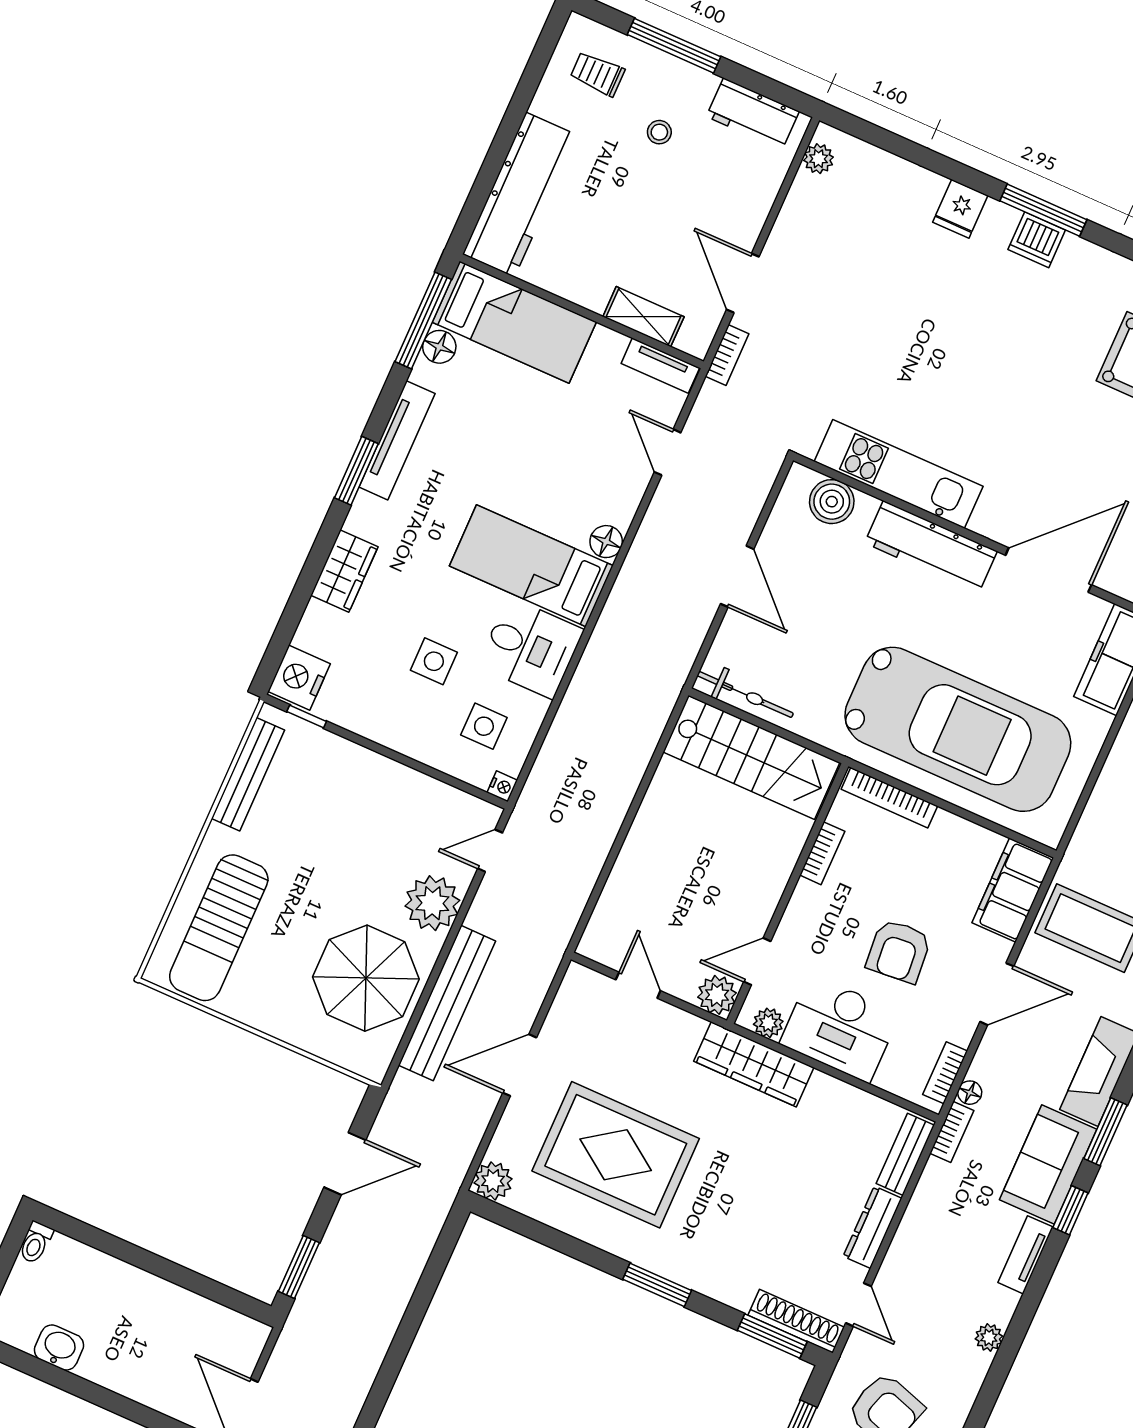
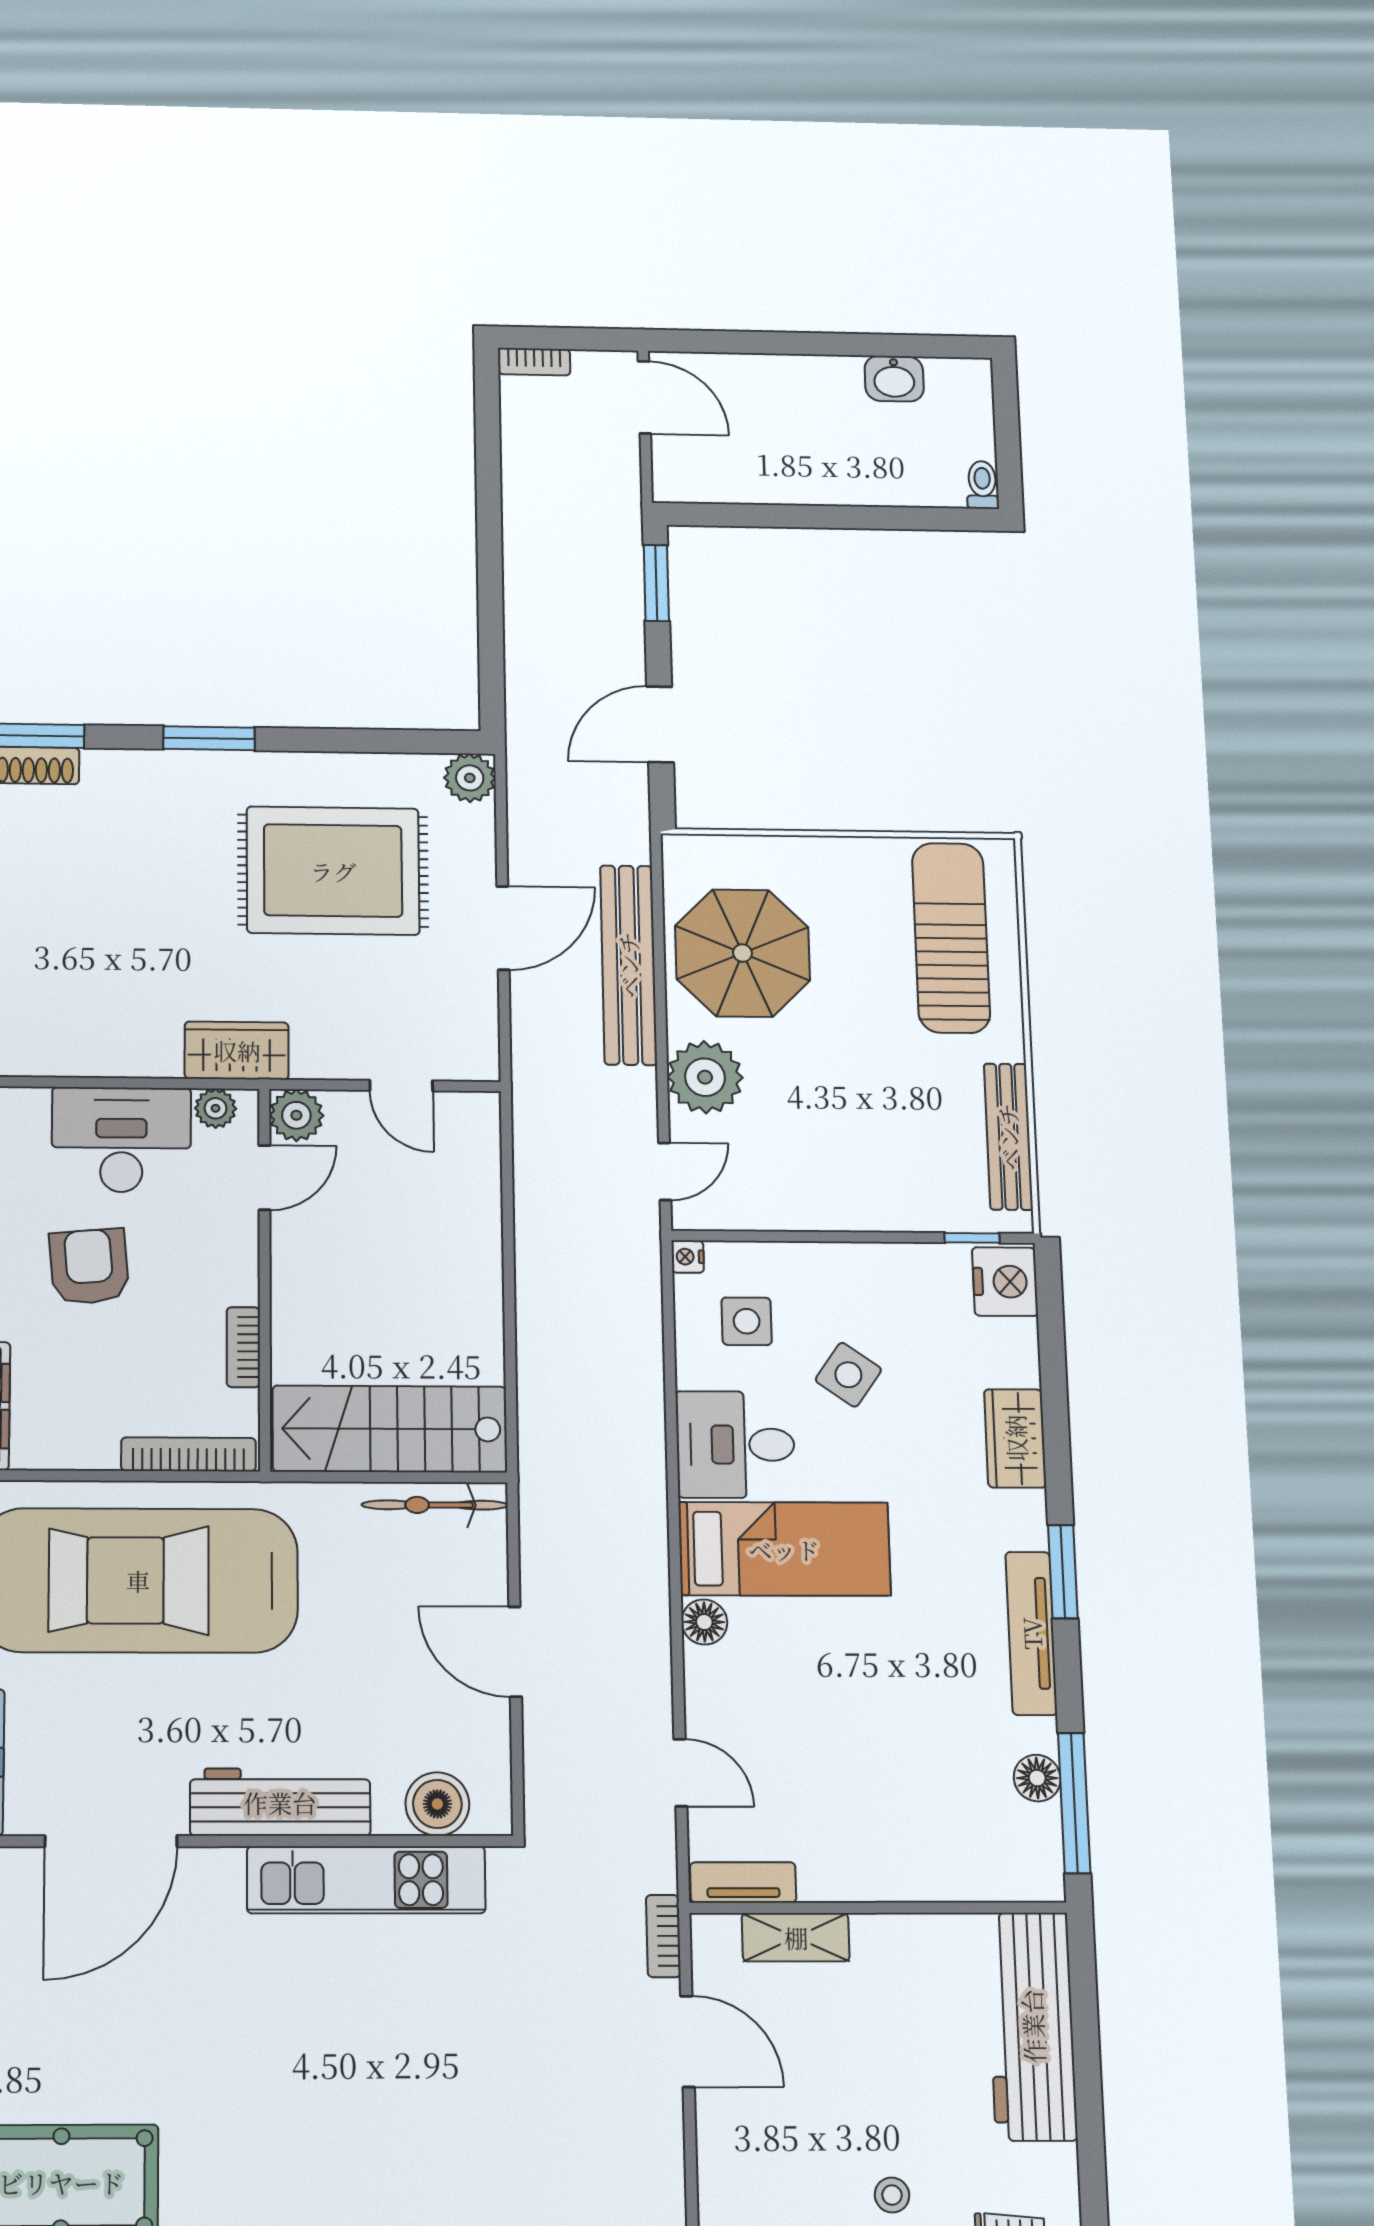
bed: (514, 322) -> (958, 1854), removed
side table: (434, 661) -> (848, 1375), turned 35
wardrobe: (754, 1064) -> (237, 1050), width x0.67

